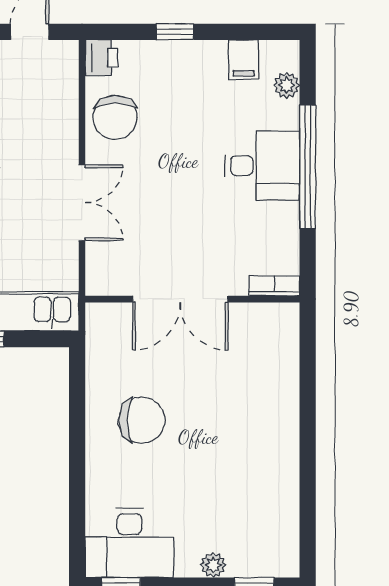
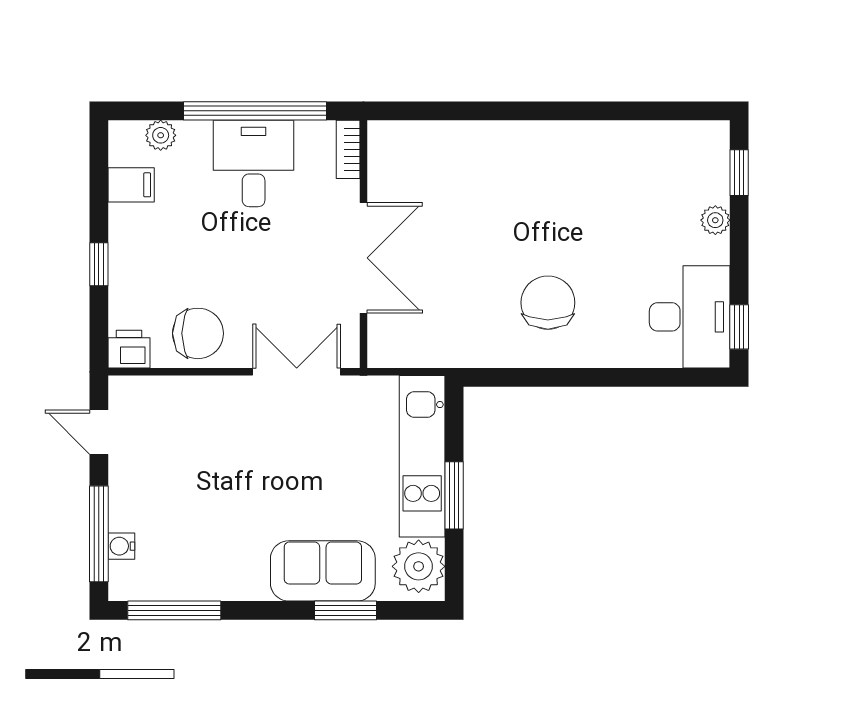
bookcase: (274, 286) -> (348, 149), moved
double door: (180, 299) -> (363, 258), moved
wall: (192, 299) -> (363, 244), moved

